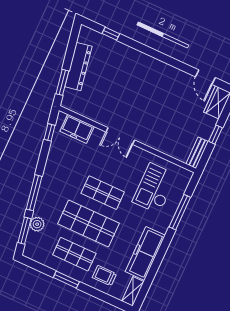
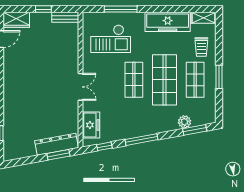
dresser: (78, 66) -> (56, 144), moved
window: (34, 193) -> (141, 140), moved

